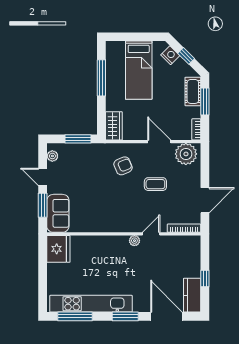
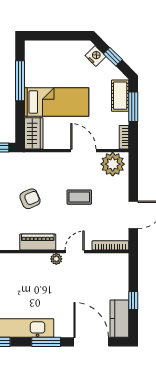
bed: (139, 70) -> (57, 102), moved, turned -90
armchair: (123, 166) -> (30, 199), moved
piano: (118, 225) -> (38, 242), added

